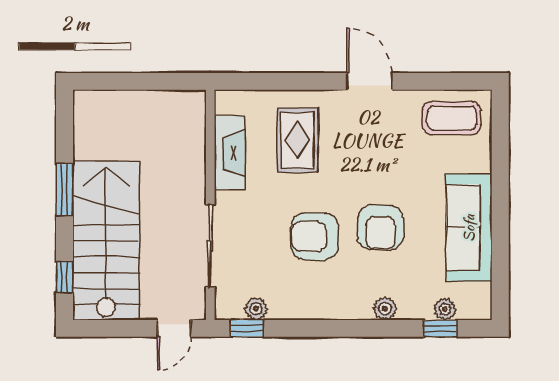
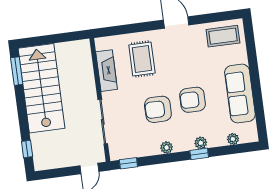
window: (65, 190) -> (17, 71), moved
armchair: (380, 227) -> (193, 100), turned 90
stairs: (106, 240) -> (42, 88), moved
plant: (256, 309) -> (167, 148), moved
window: (440, 328) -> (199, 154), moved

